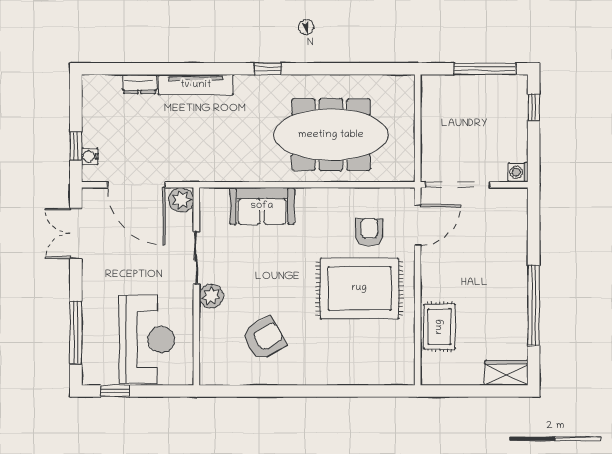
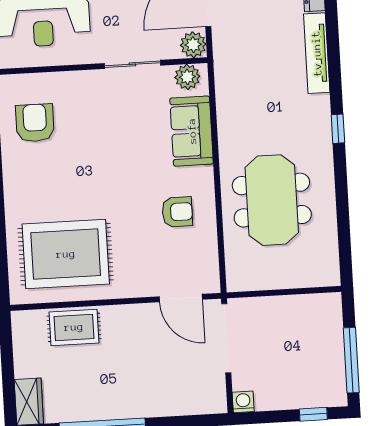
meeting table: (331, 135) -> (272, 200), width x0.73
armchair: (369, 232) -> (177, 212), moved
rug: (359, 288) -> (66, 254), moved, turned 90
plant: (211, 296) -> (187, 77), moved
armchair: (264, 339) -> (35, 123), moved, turned -150

